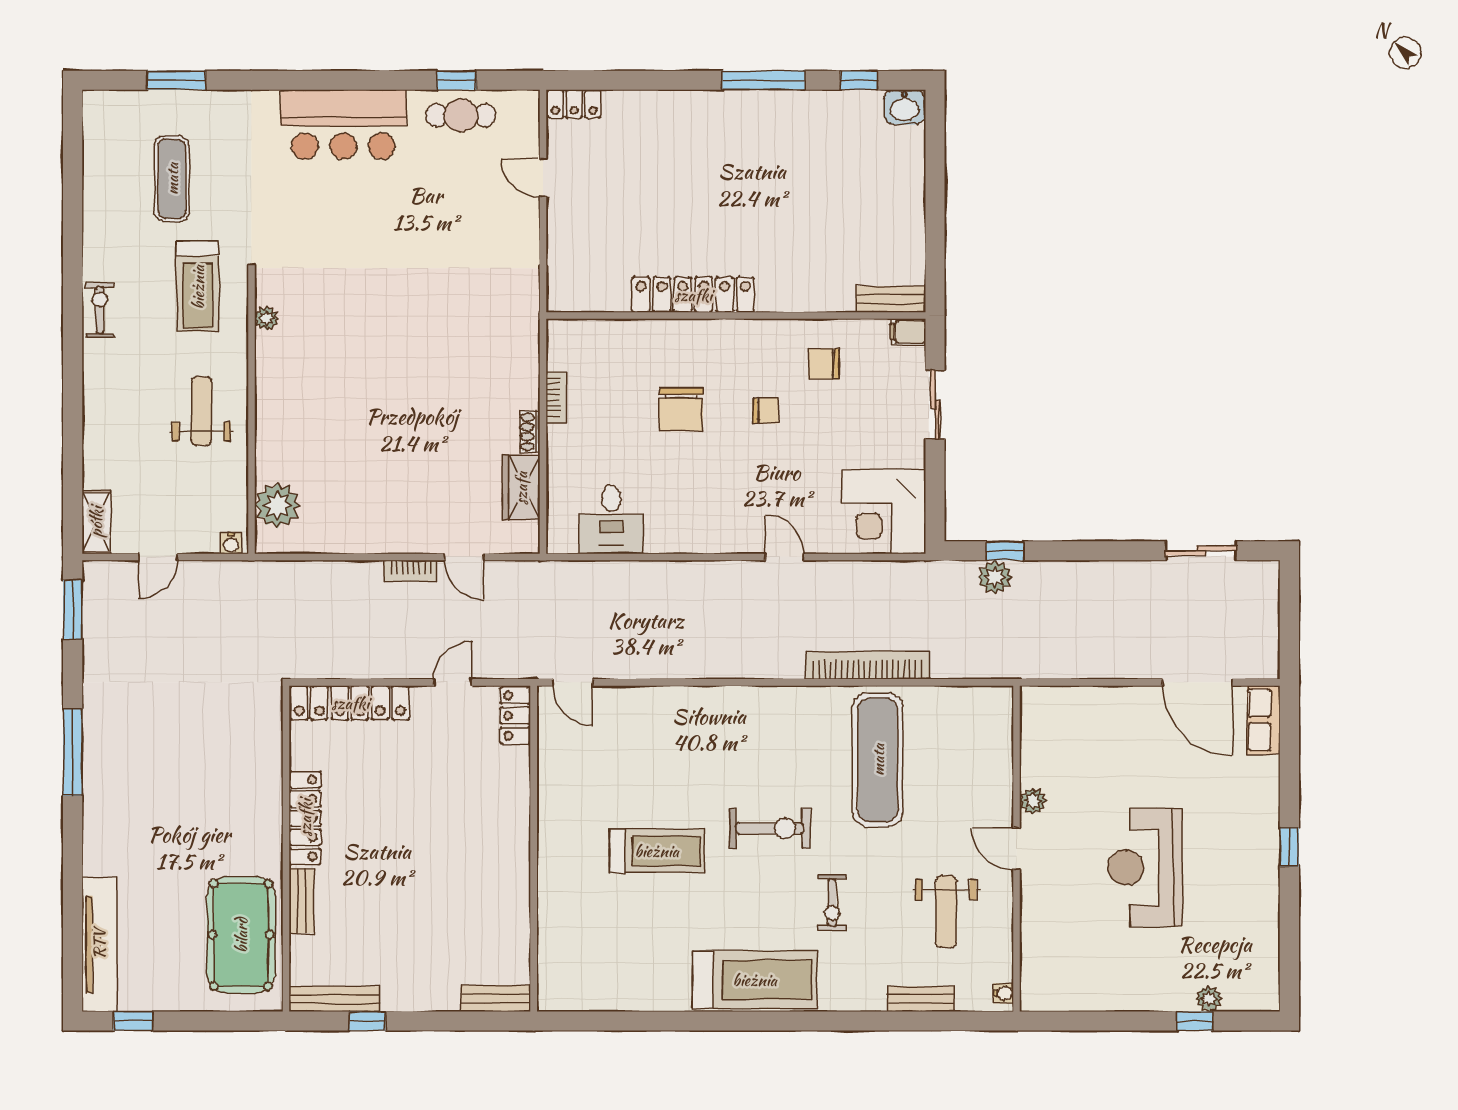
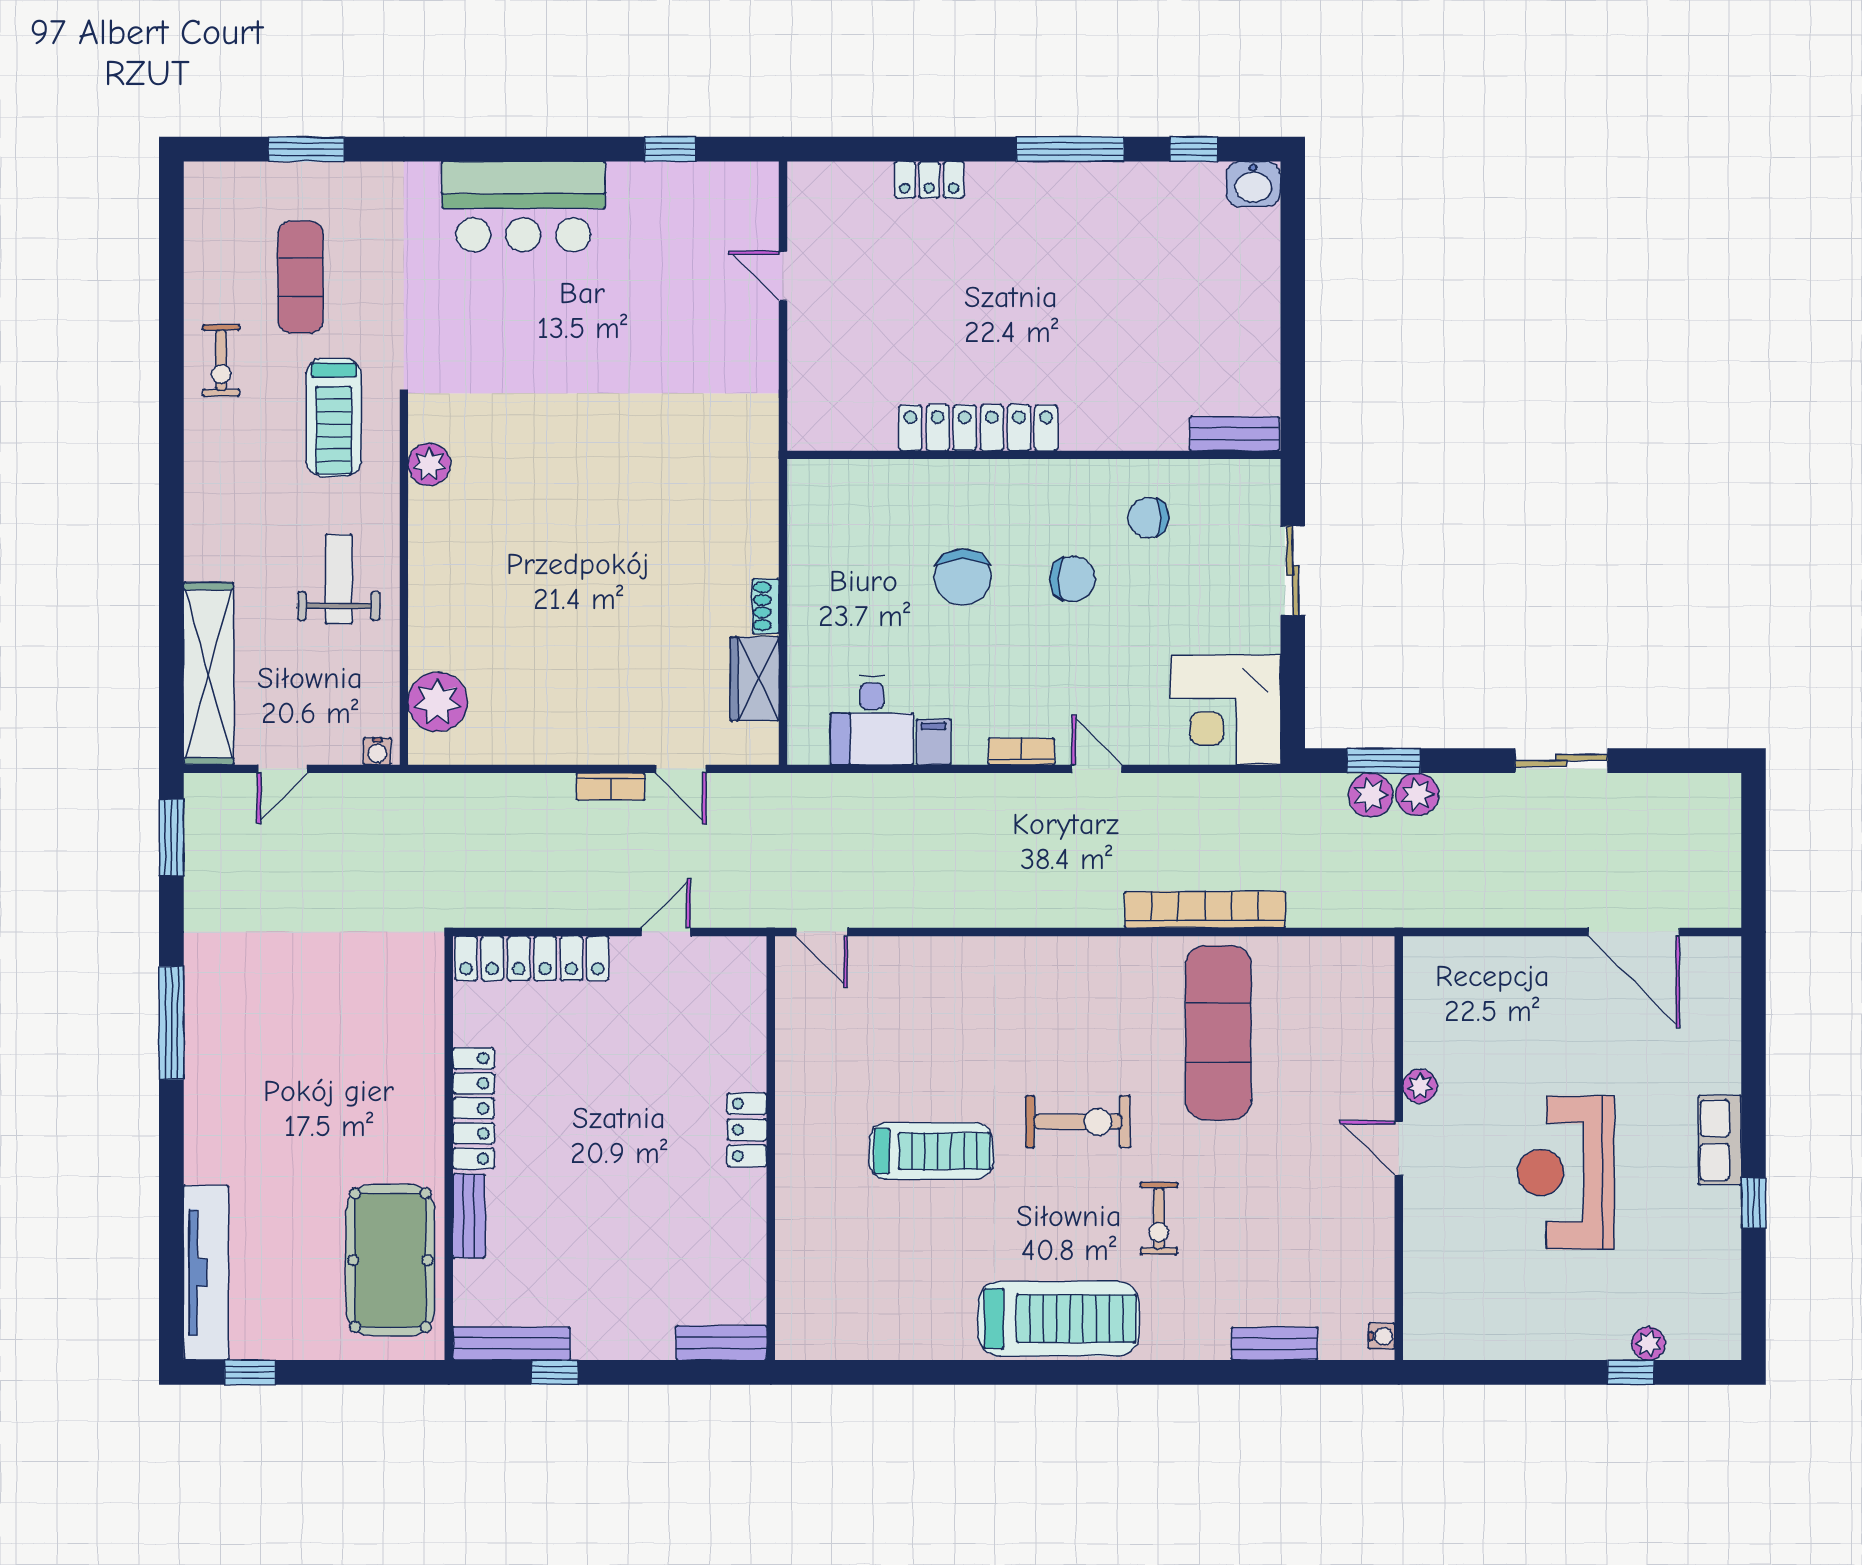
locker: (574, 104) -> (929, 180), moved
cafe table: (461, 115) -> (676, 195), removed
exercise bike: (100, 310) -> (221, 360), moved, turned 180
plant: (266, 318) -> (429, 464), width x1.38, depth x1.38
filing cabinet: (908, 332) -> (934, 742), moved, turned 90
bookcase: (556, 397) -> (1021, 752), moved, turned -90
chair: (766, 411) -> (1073, 579), width x1.37, depth x1.37
shelving: (96, 522) -> (209, 674), width x2.20, depth x1.33
window: (1005, 551) -> (1384, 761), width x1.50
sliding door: (1201, 551) -> (1561, 761), moved
plant: (1031, 577) -> (1417, 794), added
locker: (515, 716) -> (747, 1130), moved
row of seats: (1264, 720) -> (1720, 1140), moved
window: (1289, 847) -> (1753, 1203), moved
weight bench: (946, 911) -> (1307, 1230), removed

